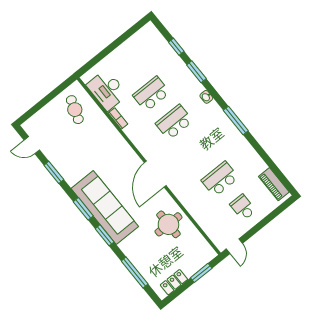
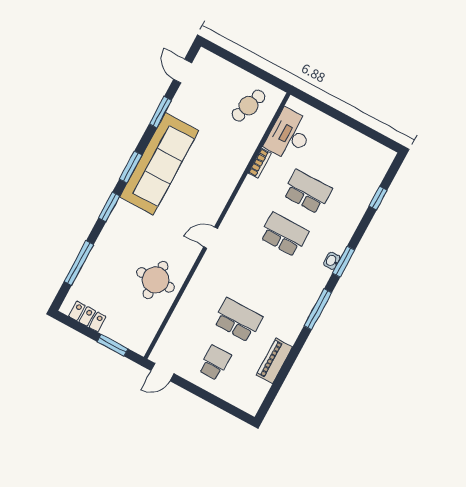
window: (196, 72) -> (344, 262), moved
door: (155, 174) -> (211, 238), width x0.53
piano: (274, 184) -> (274, 361), moved
sofa: (105, 207) -> (159, 164), moved

